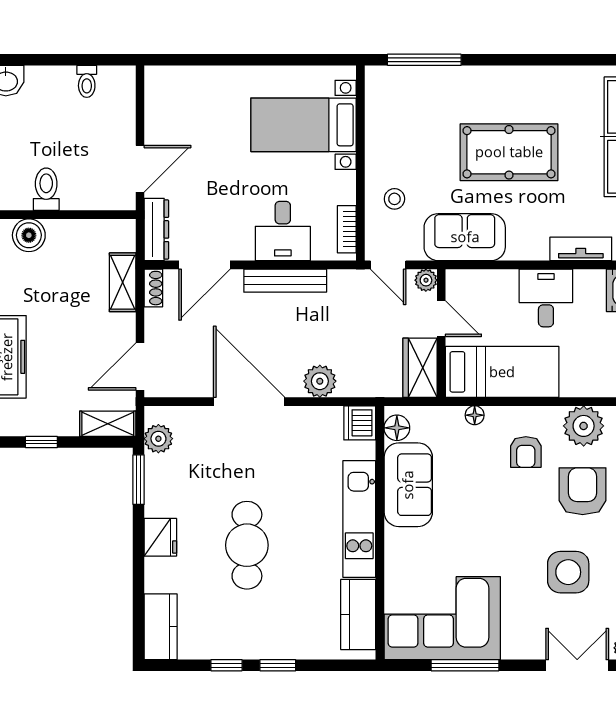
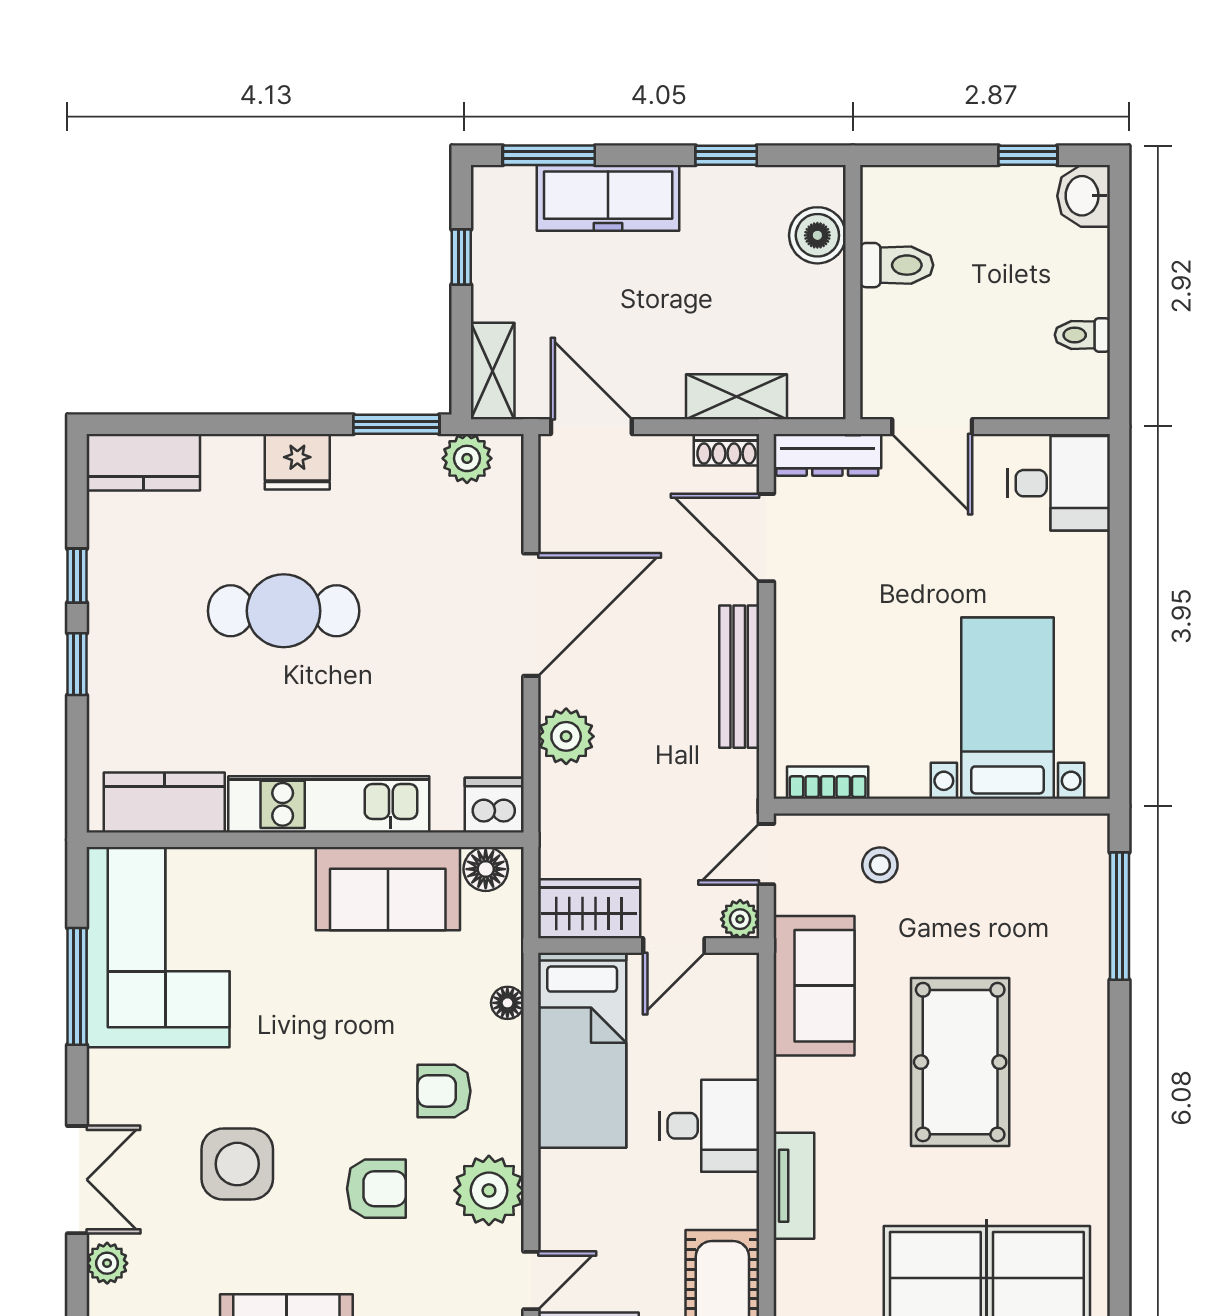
desk: (283, 231) -> (1059, 483), moved, turned 180
armchair: (583, 491) -> (376, 1189), width x0.72, depth x0.72

